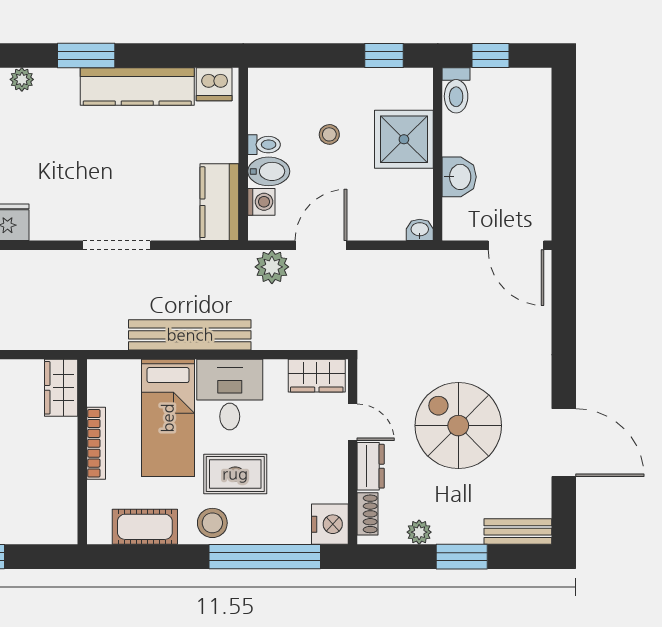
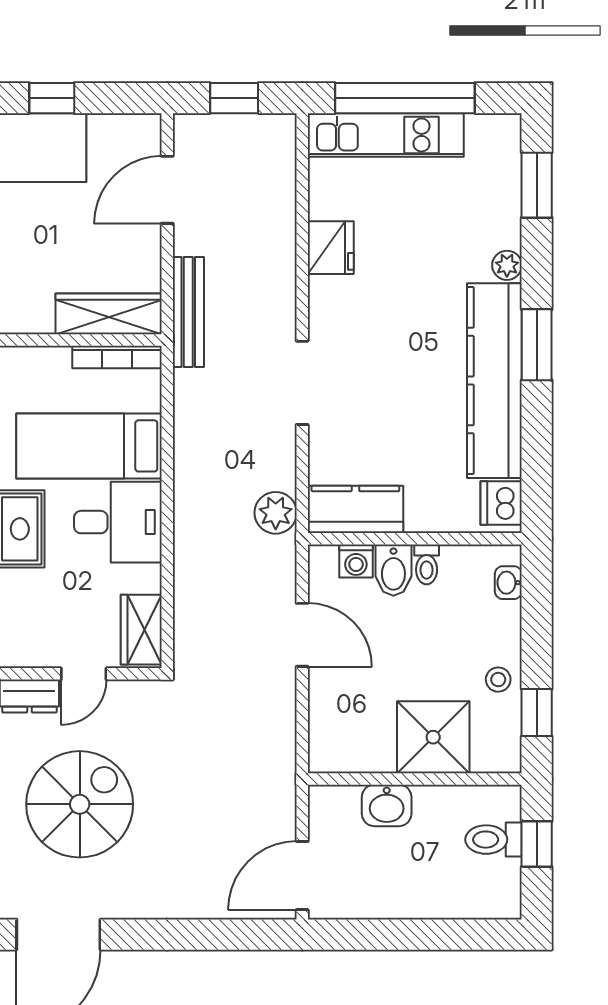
kitchen counter: (137, 87) -> (494, 381), width x1.39, depth x1.17
toilet: (456, 90) -> (494, 840), moved
stool: (329, 134) -> (498, 680), moved
washbasin: (420, 230) -> (508, 583), moved, turned 180
plant: (272, 267) -> (276, 513), moved
bench: (190, 335) -> (188, 312), moved, width x0.73, depth x0.82
wardrobe: (61, 388) -> (109, 314), width x1.50
bookcase: (96, 443) -> (117, 357), moved

